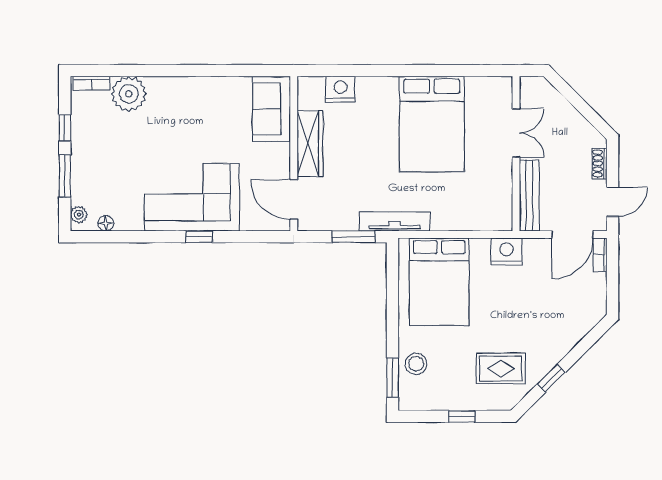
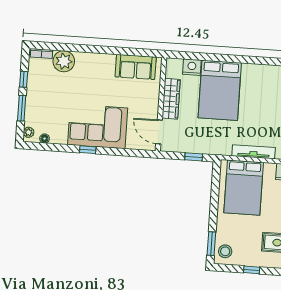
sofa: (271, 109) -> (136, 67), moved, turned -90
bed: (432, 124) -> (220, 90), moved
tv unit: (395, 222) -> (254, 152), moved
window: (199, 237) -> (88, 150), moved
window: (353, 237) -> (194, 157), width x0.67
stool: (416, 364) -> (225, 251), moved

